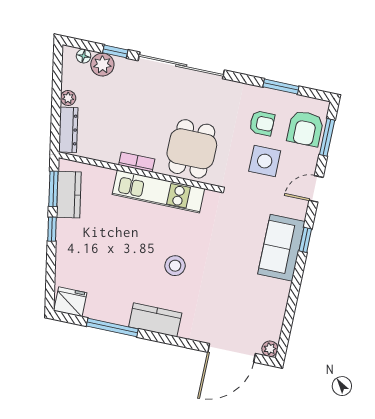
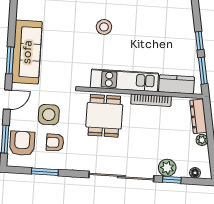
plant: (102, 65) -> (167, 168), moved
bookcase: (137, 162) -> (151, 100), width x1.56
kitchen counter: (69, 195) -> (176, 84), moved, turned 100
window: (305, 240) -> (10, 60), width x1.50
sofa: (281, 248) -> (27, 52), width x1.36

